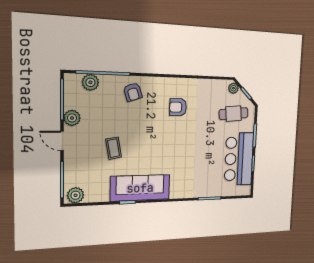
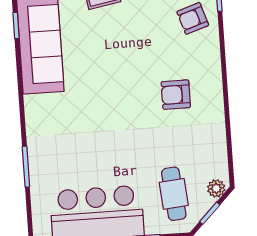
armchair: (178, 107) -> (176, 95), turned -90

